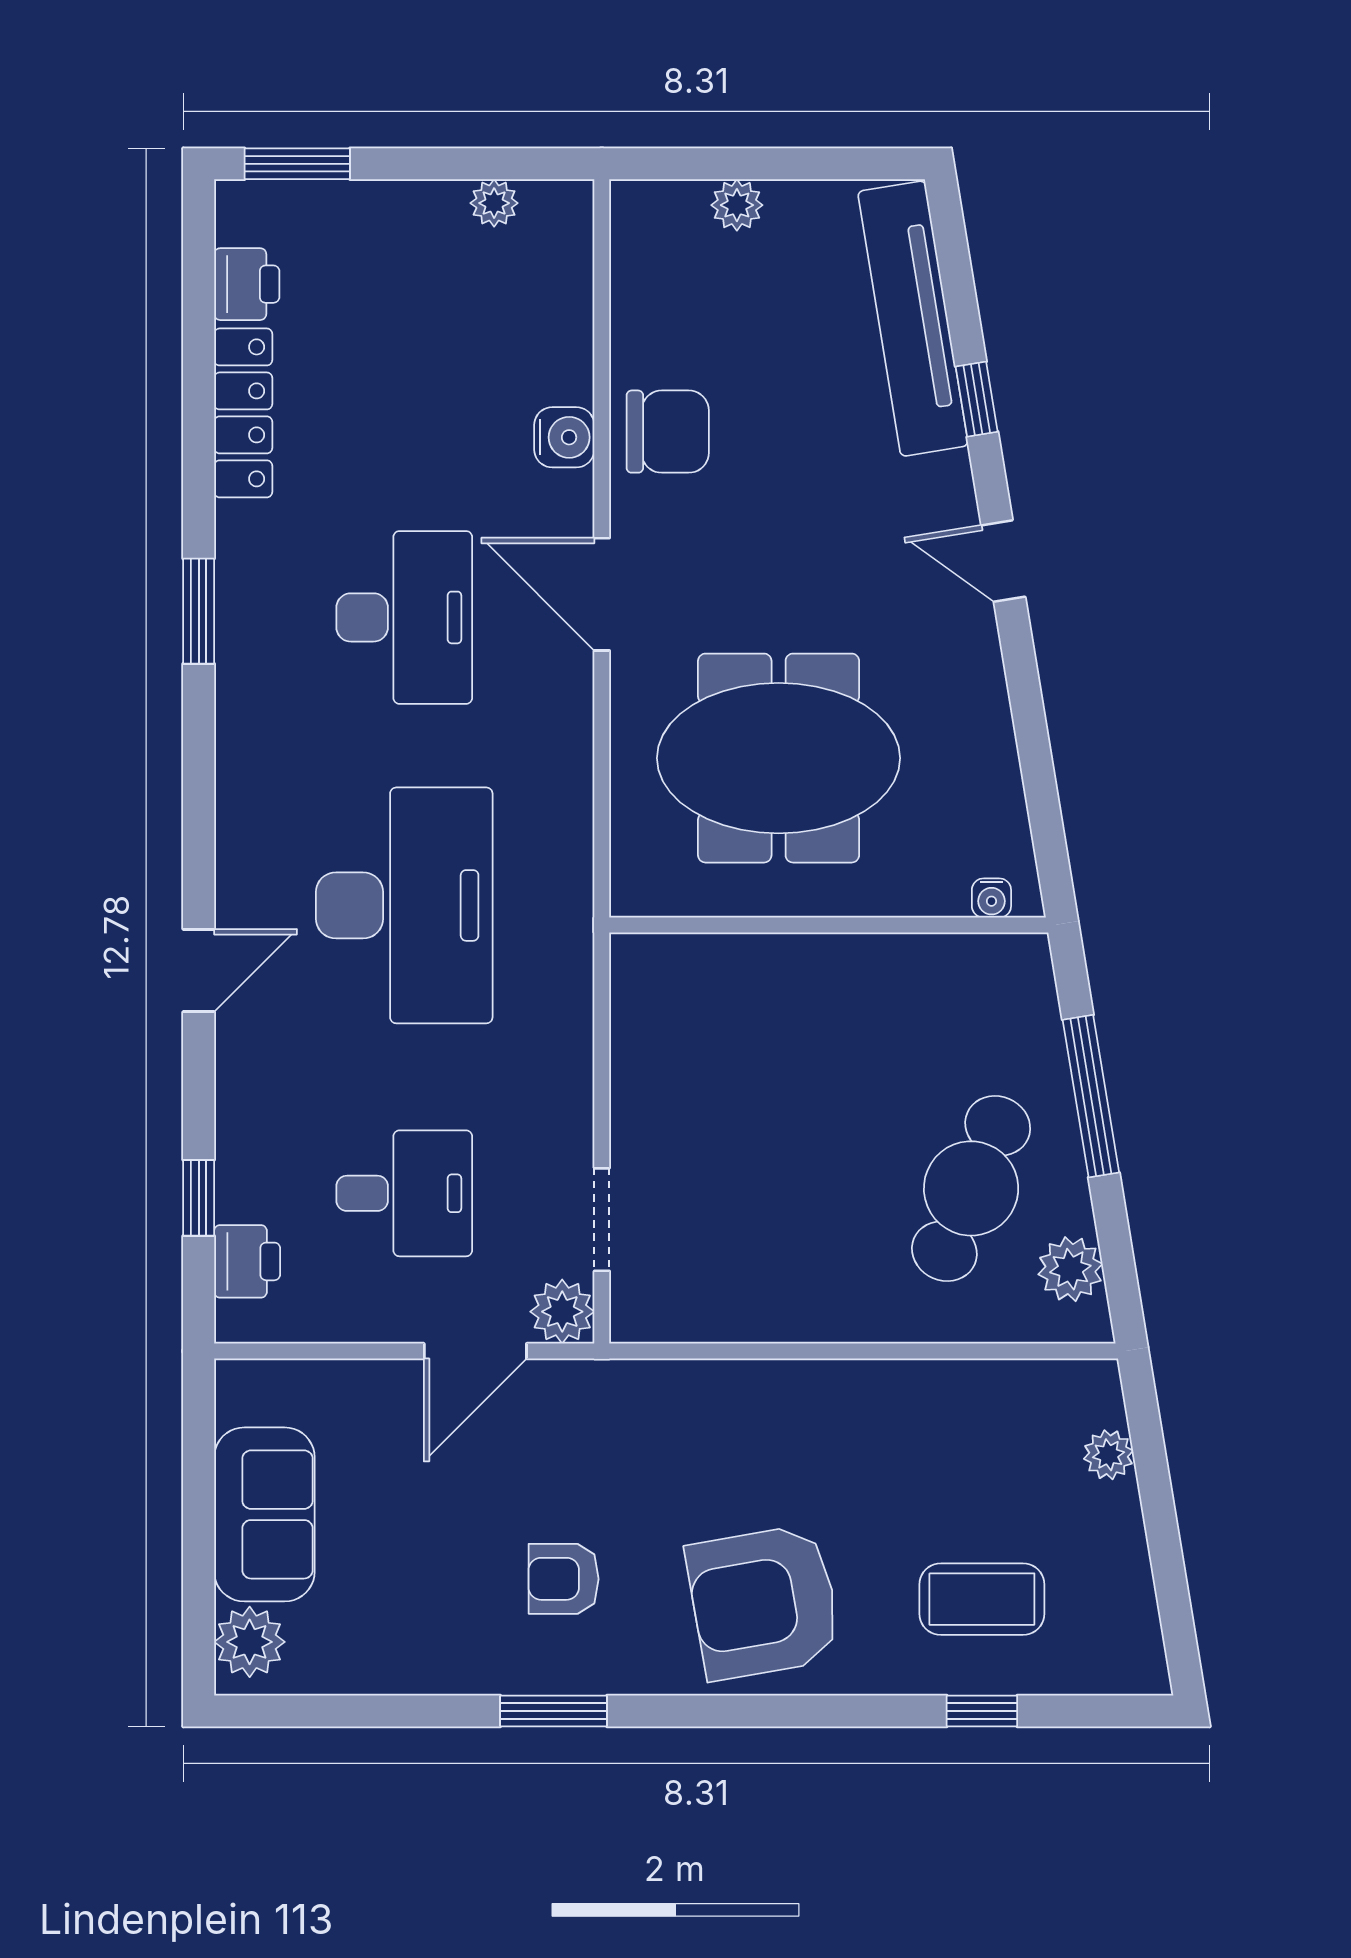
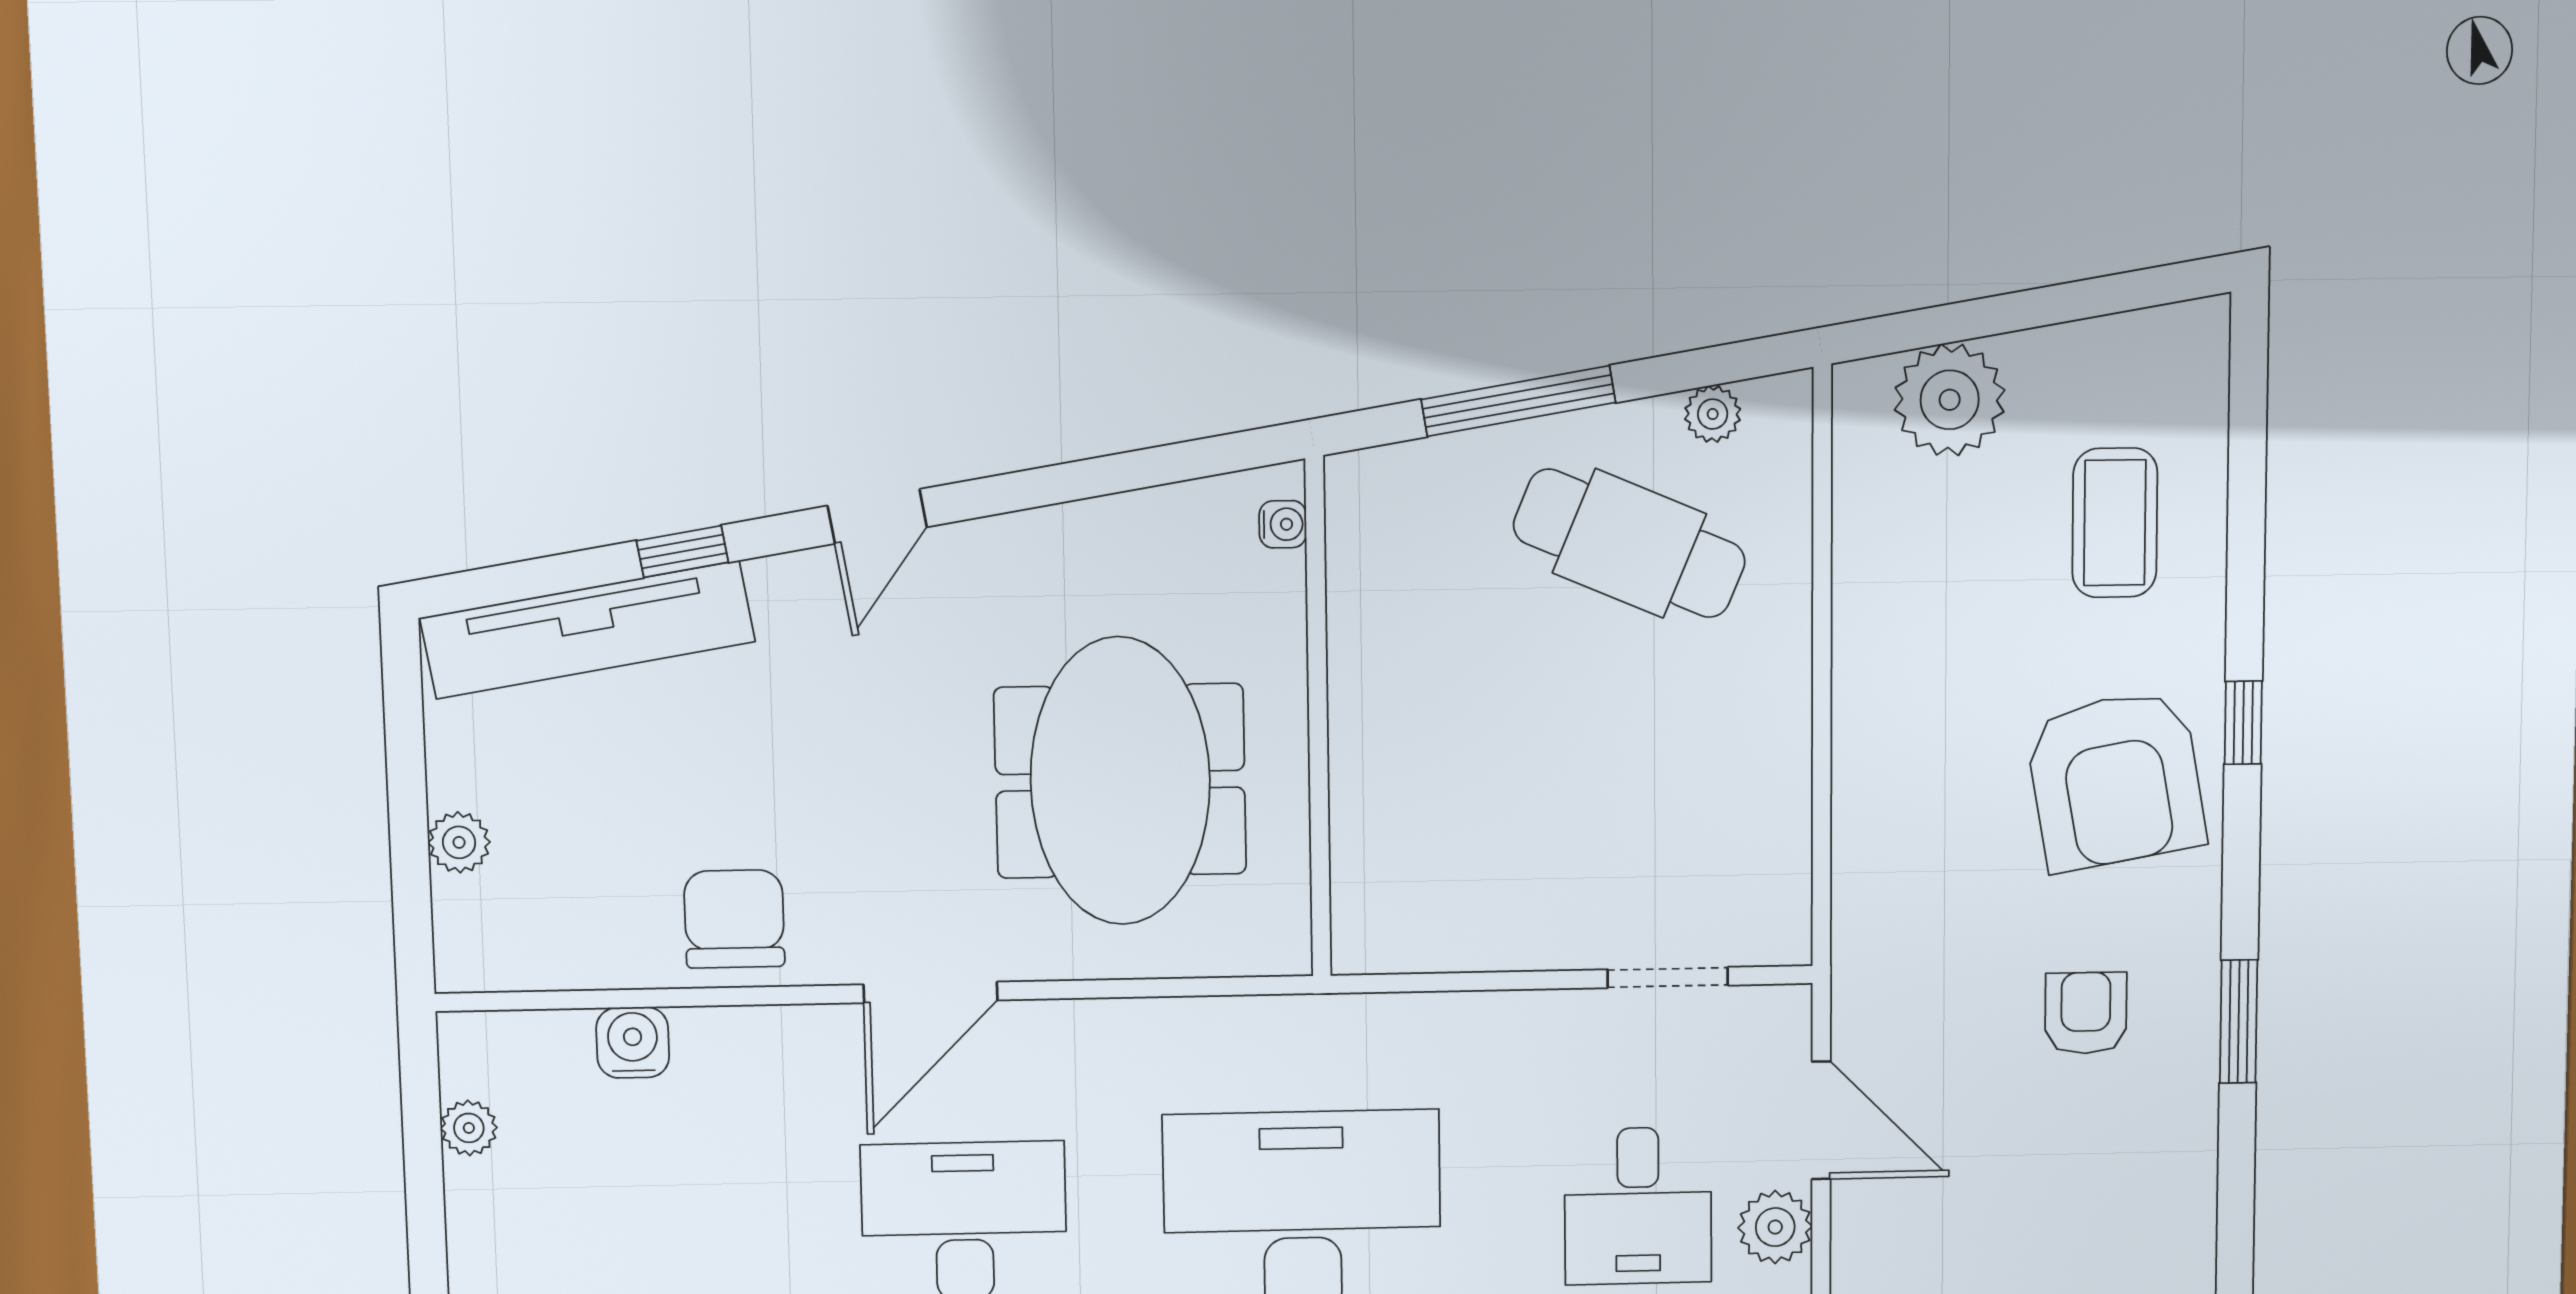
water cooler: (564, 437) -> (633, 1042), moved
desk: (404, 1193) -> (1638, 1206), turned 180
plant: (1070, 1269) -> (1713, 414), width x0.73, depth x0.73
plant: (562, 1312) -> (1775, 1227), moved
plant: (1108, 1455) -> (1950, 400), width x1.87, depth x1.87
armchair: (564, 1579) -> (2086, 1013), turned 180
window: (982, 1711) -> (2243, 723), moved

